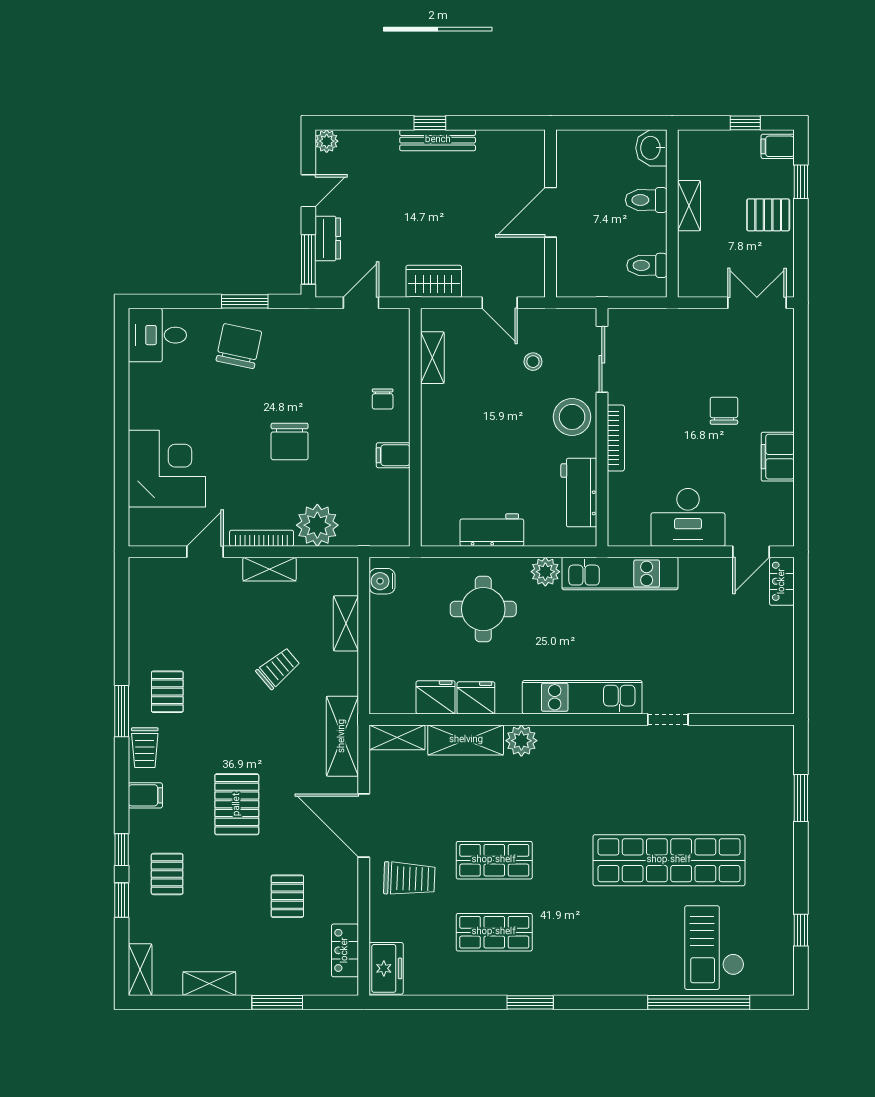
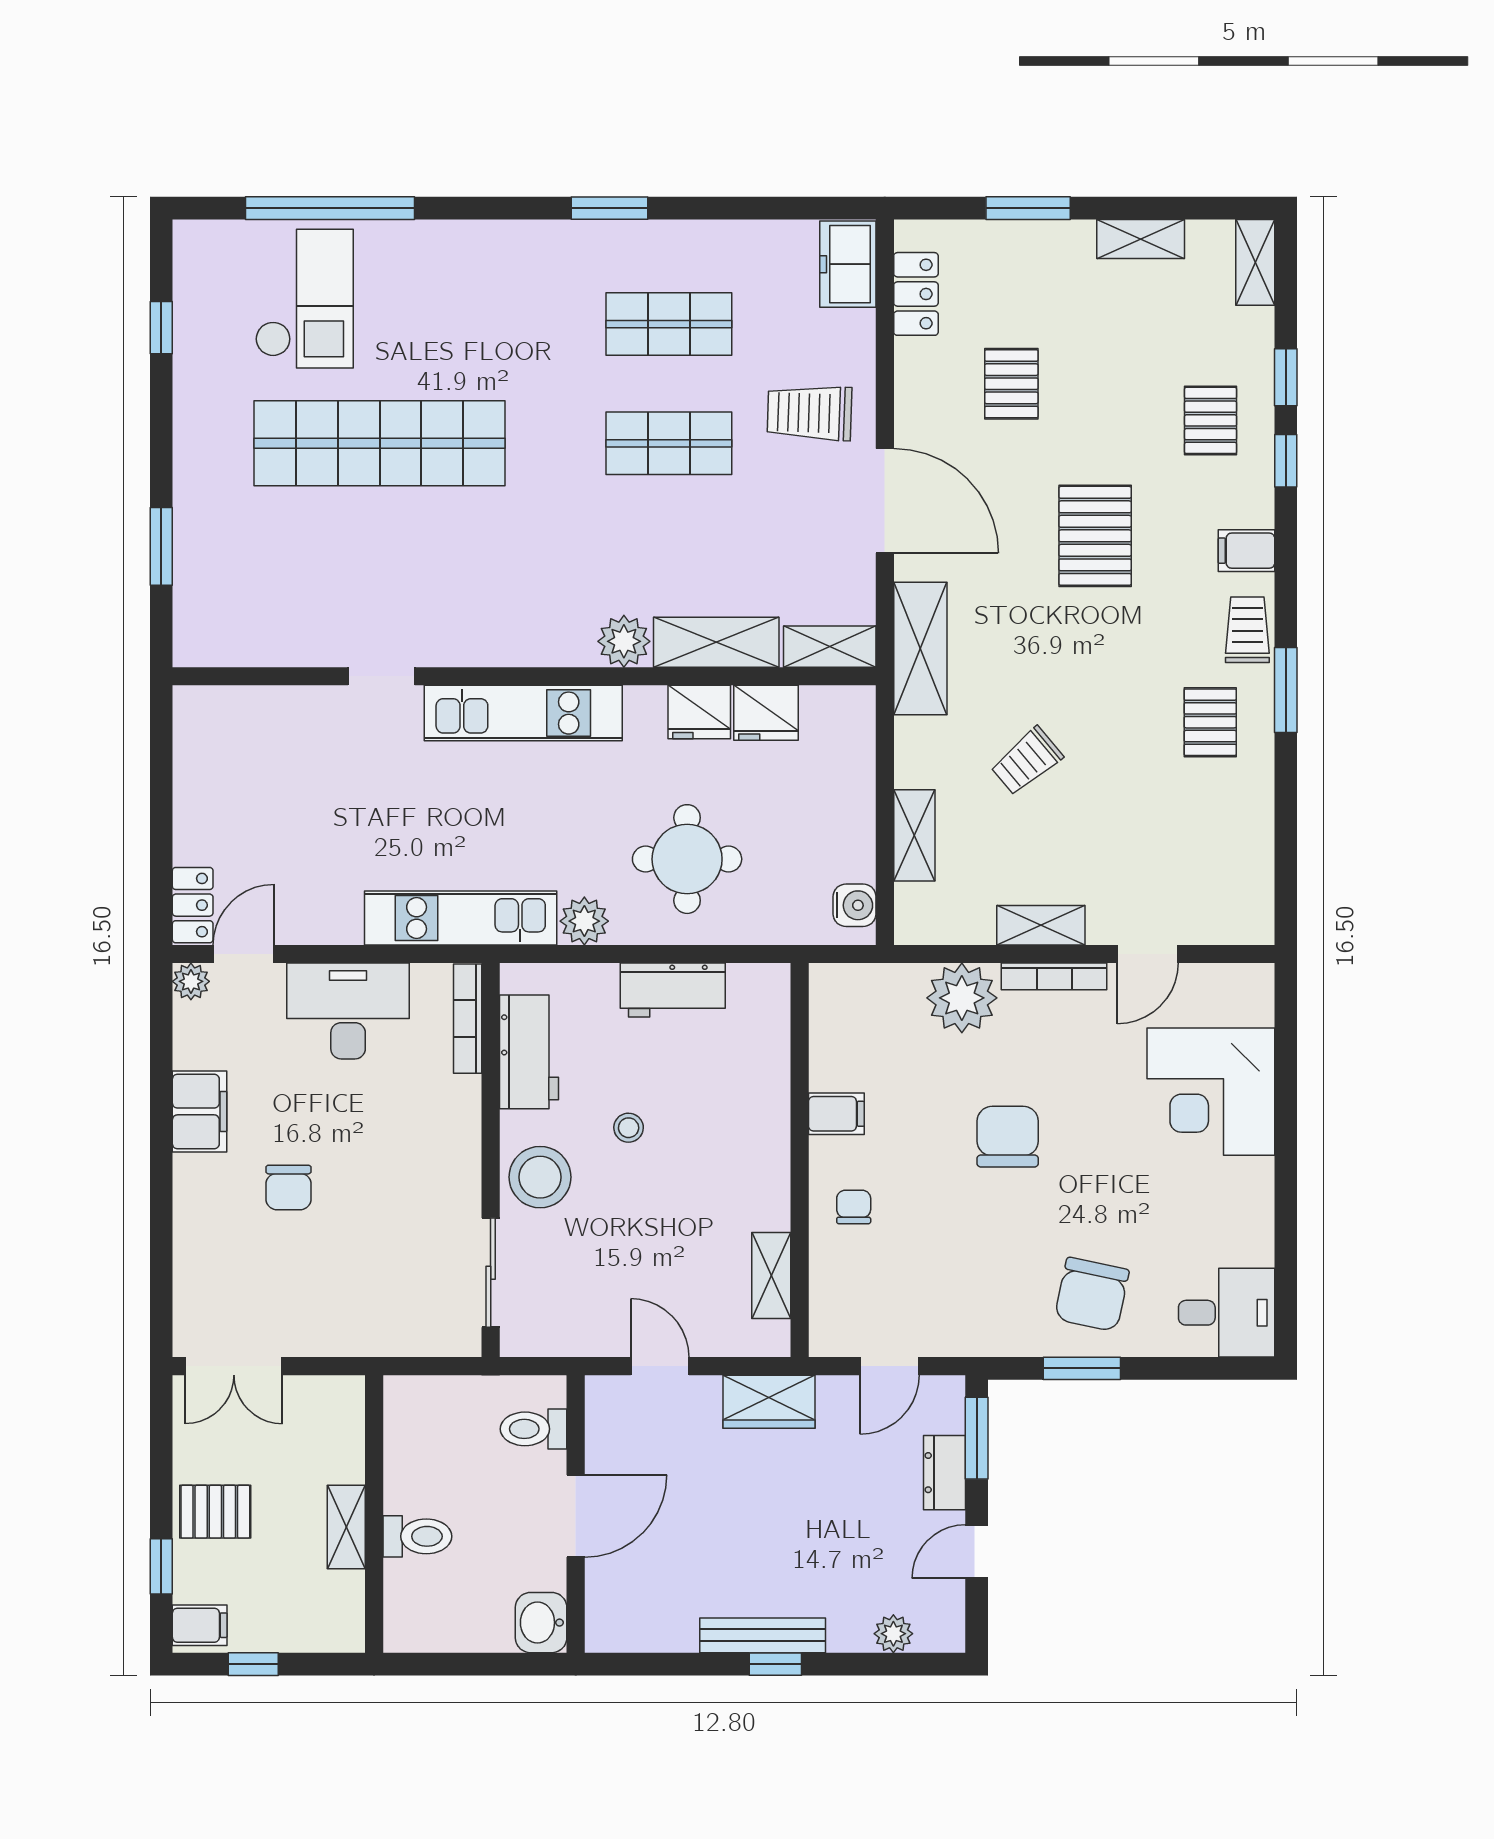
plant: (327, 141) -> (893, 1634), moved
washbasin: (651, 148) -> (541, 1623), moved, turned 180
toilet: (647, 265) -> (534, 1429), moved, turned 180
stool: (533, 362) -> (629, 1128), moved
bookcase: (616, 438) -> (468, 1019), moved
plant: (783, 535) -> (191, 981), added

